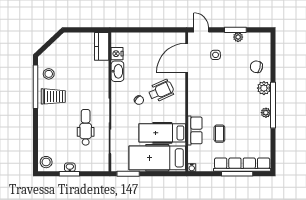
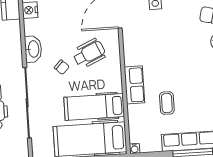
washbasin: (117, 71) -> (33, 49), moved
row of seats: (195, 130) -> (134, 85), moved

